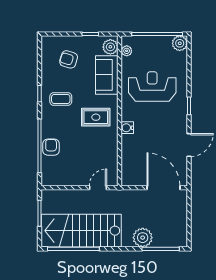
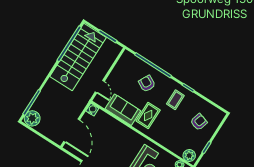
sofa: (107, 75) -> (123, 110), moved
water cooler: (127, 128) -> (92, 110), moved
armchair: (51, 147) -> (147, 84), moved, turned -152
door: (163, 188) -> (72, 131), hinge flipped
plant: (143, 238) -> (32, 118), moved

